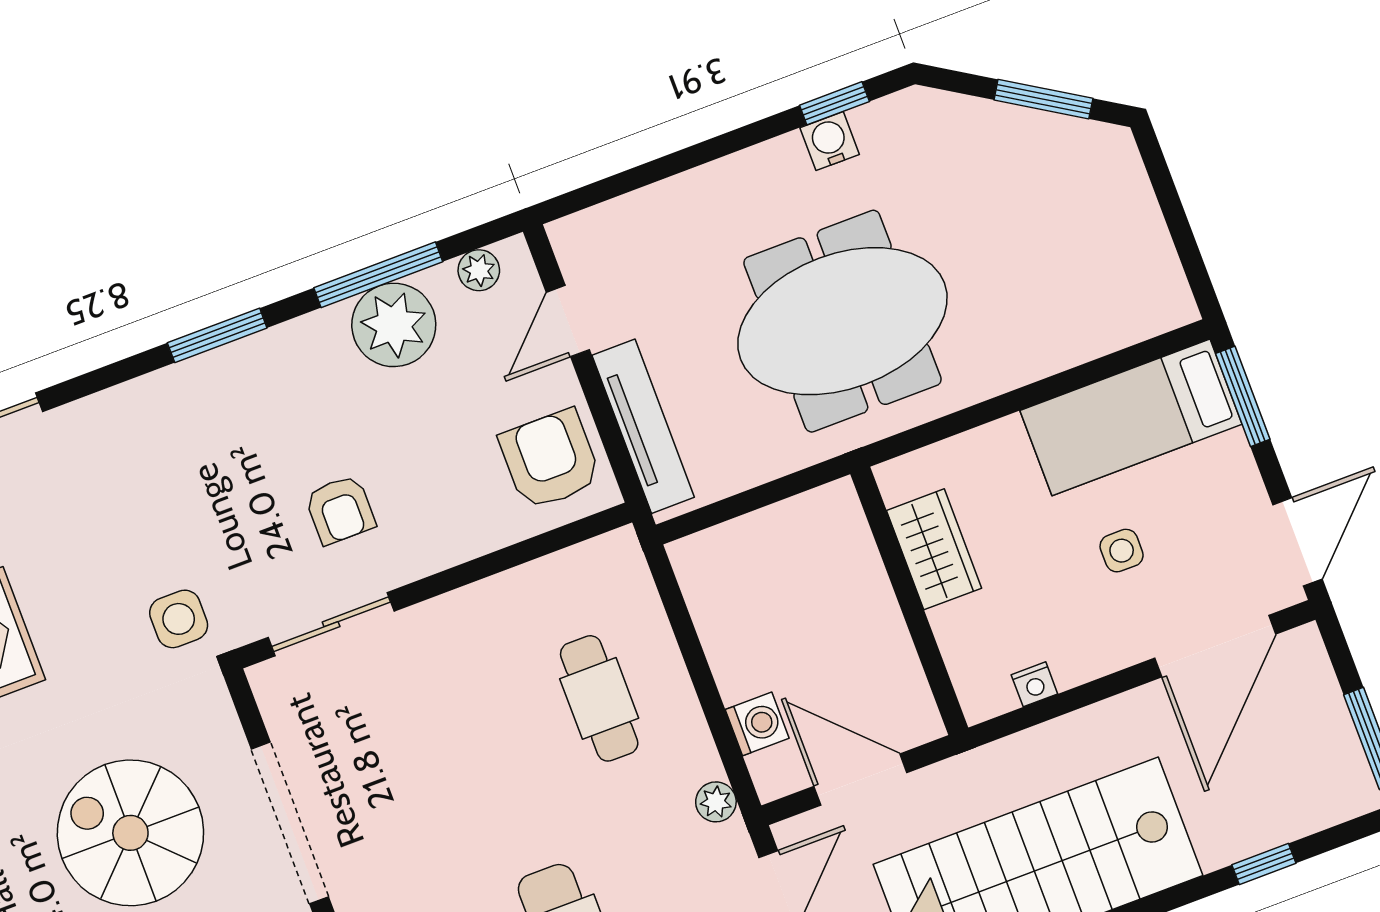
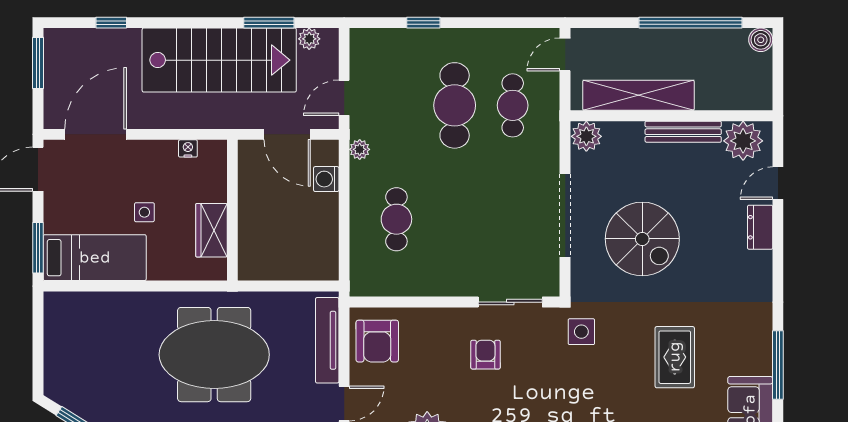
side table: (1122, 551) -> (144, 212), moved

